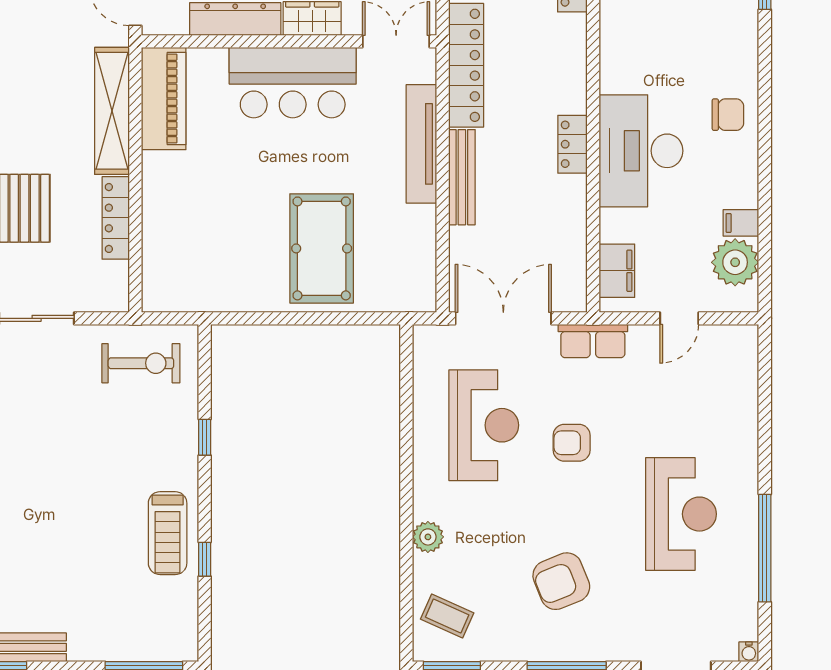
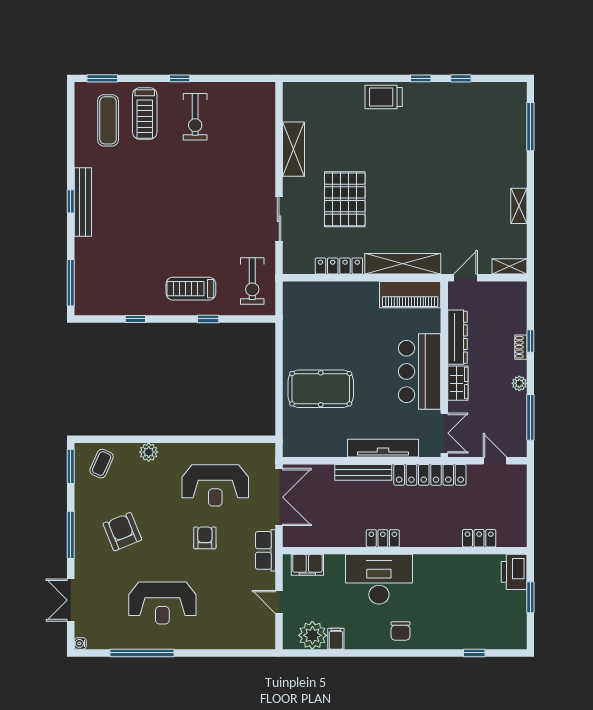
treadmill: (168, 533) -> (191, 289), moved

